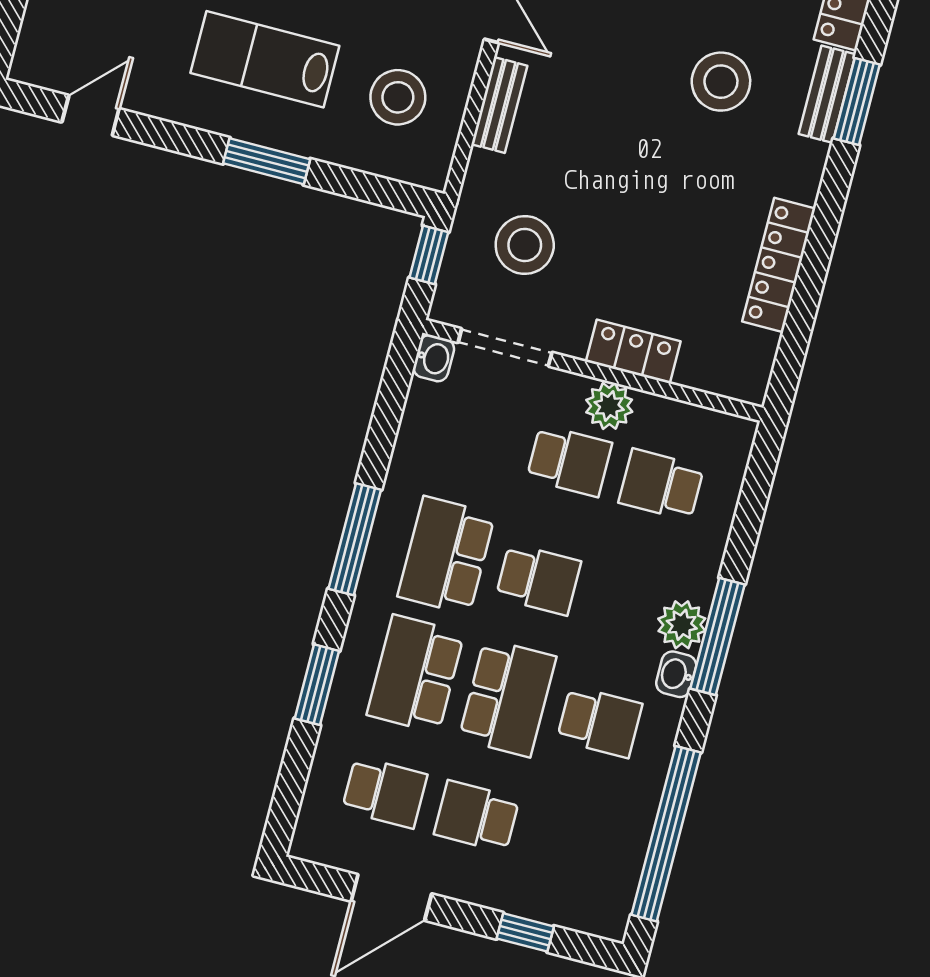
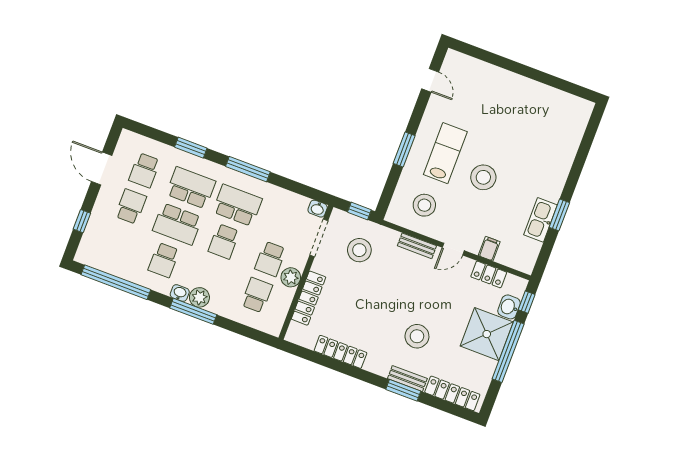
locker: (633, 351) -> (309, 298), width x1.53

